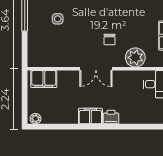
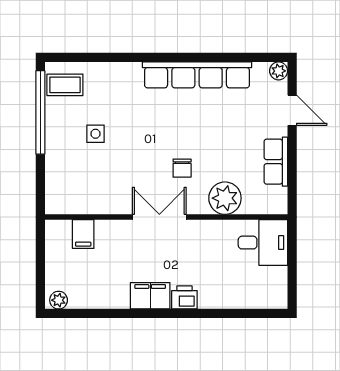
double door: (96, 69) -> (159, 217), swing flipped
filing cabinet: (44, 79) -> (83, 234), width x0.50

